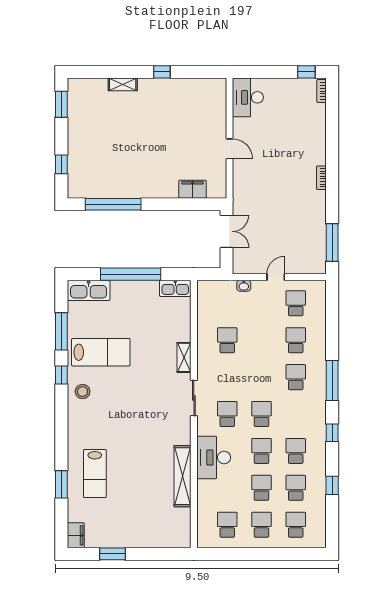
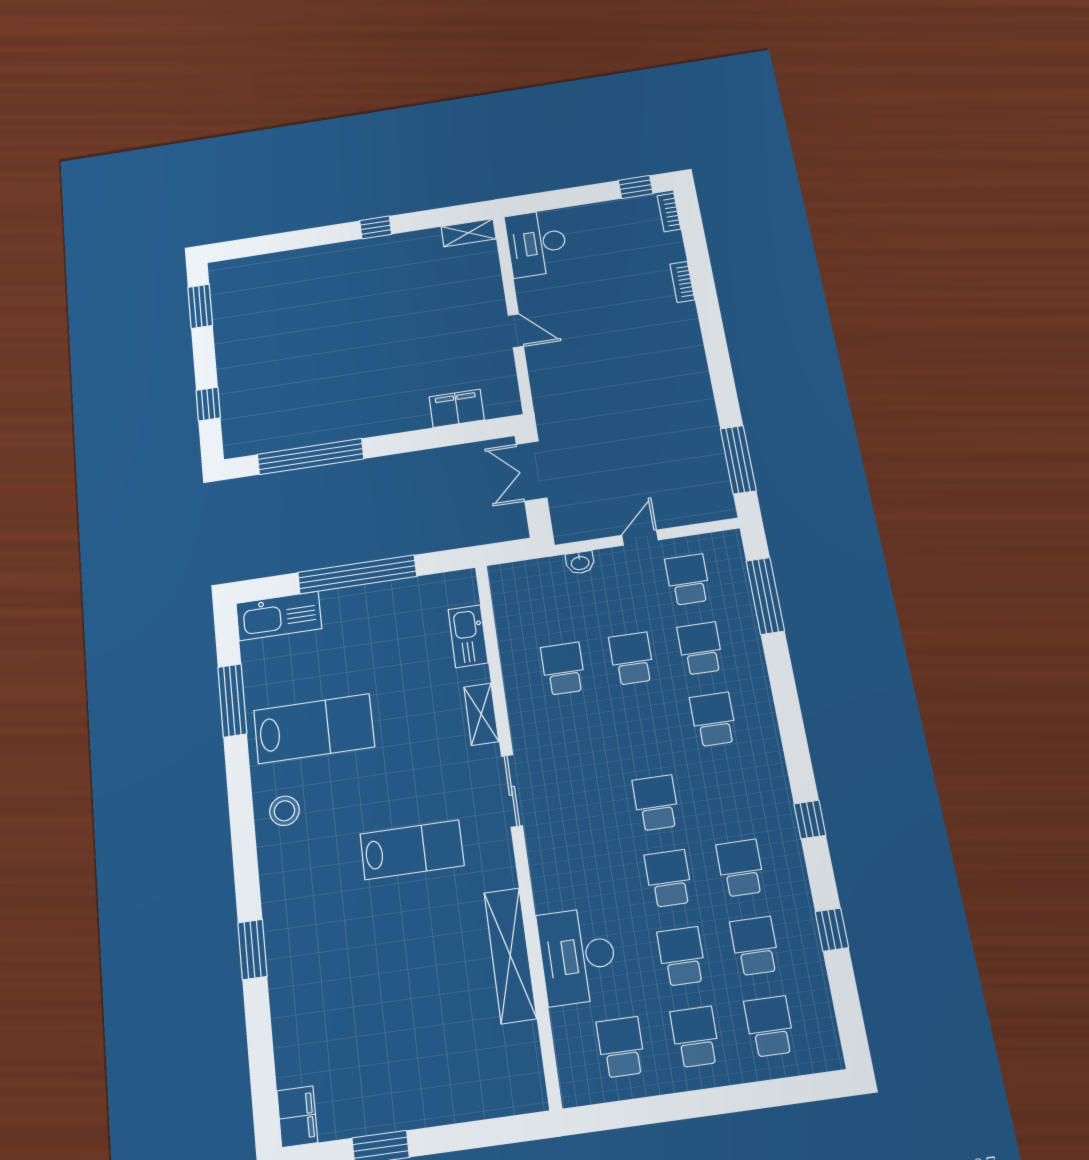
shelving: (123, 84) -> (469, 233), moved
bookcase: (321, 178) -> (682, 282), moved
double door: (227, 231) -> (532, 471), swing flipped
kitchen sink: (175, 288) -> (468, 636), moved, turned 90
window: (61, 375) -> (239, 784), removed
window: (332, 381) -> (765, 596), moved
school desk: (227, 414) -> (632, 658), moved
desk: (214, 457) -> (578, 956), moved
lab bench: (95, 474) -> (412, 850), moved, turned -90
window: (61, 484) -> (253, 949), moved

